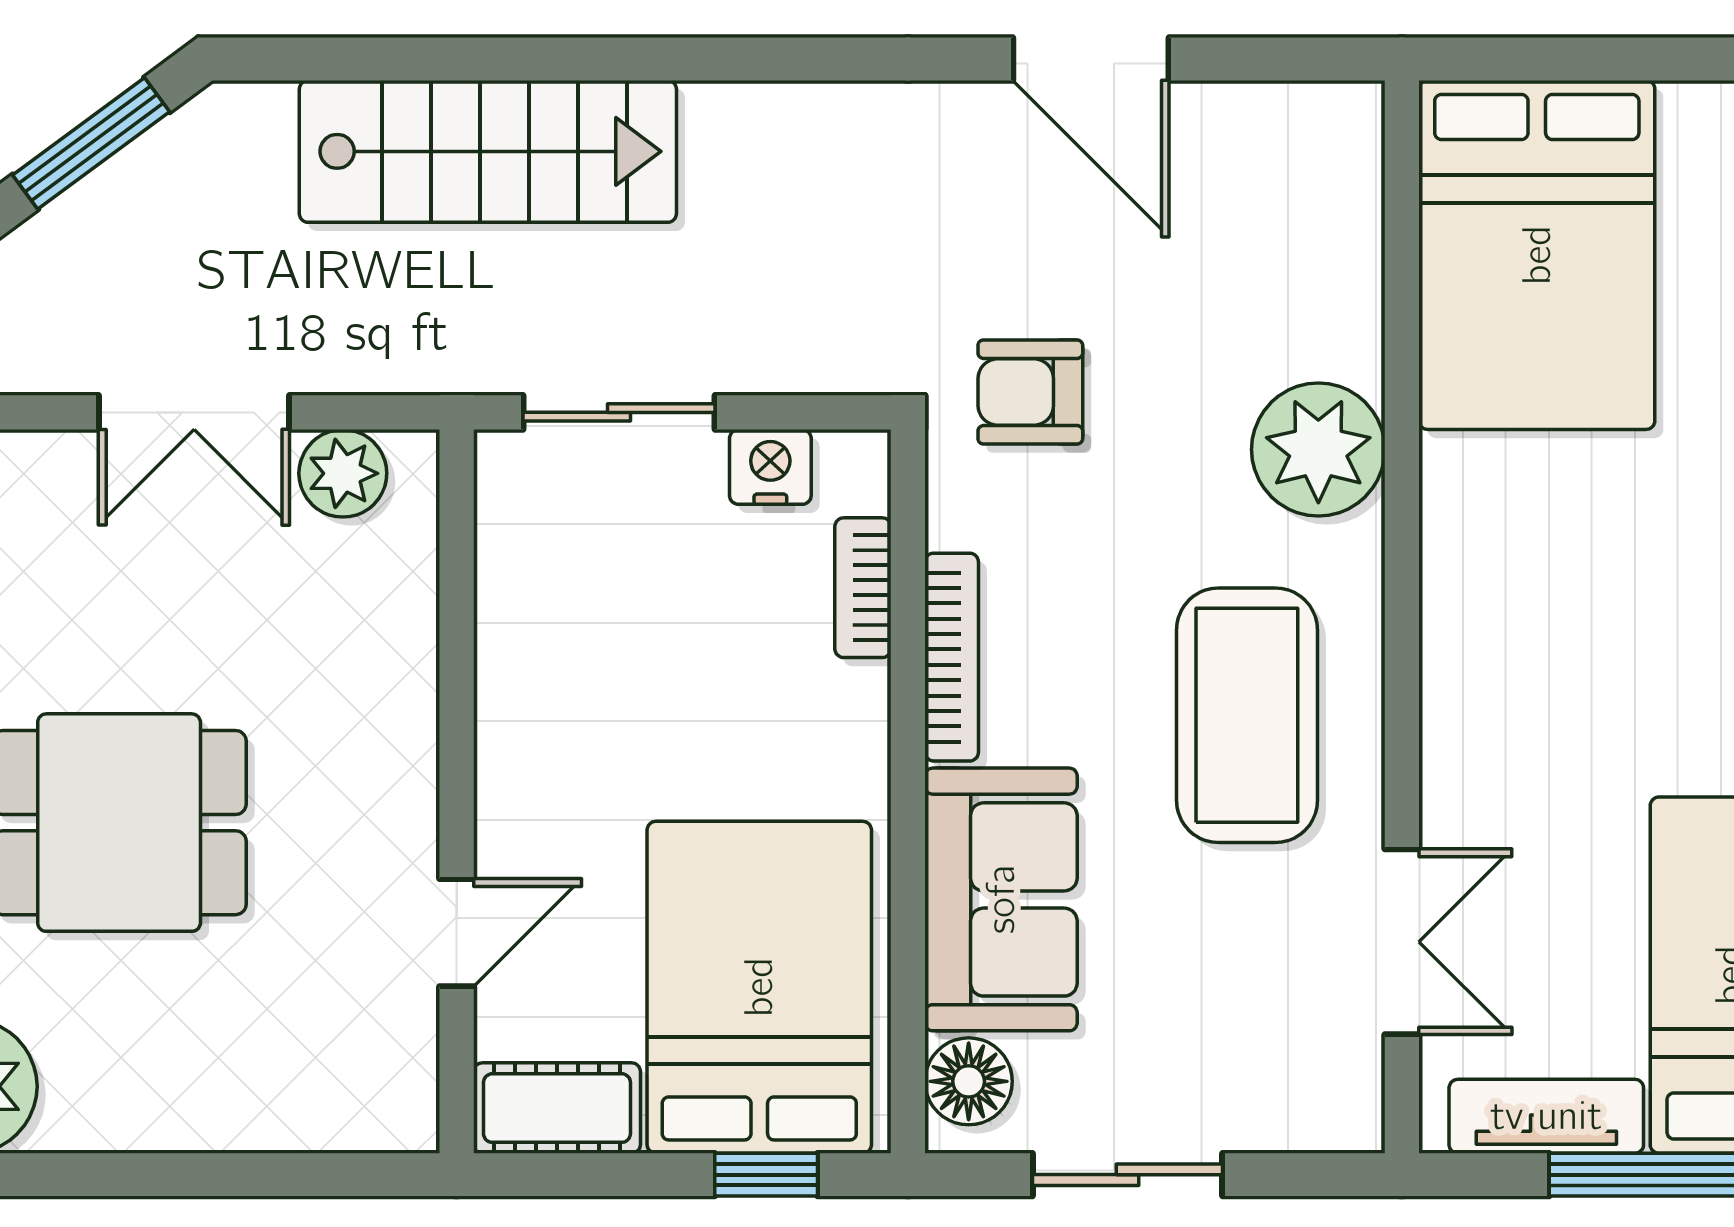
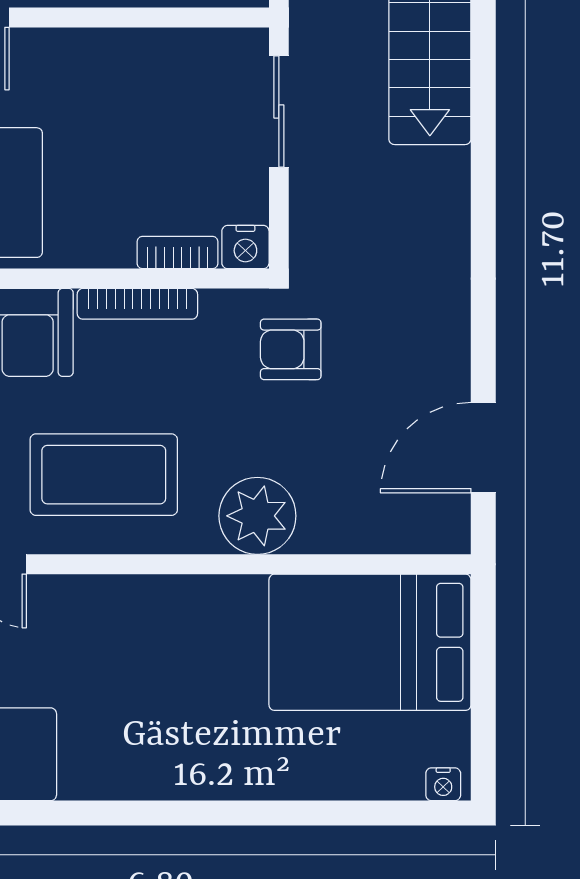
door: (1091, 59) -> (483, 448), moved
armchair: (1030, 392) -> (291, 349), turned -90
nightstand: (770, 467) -> (245, 247), moved, turned 90

